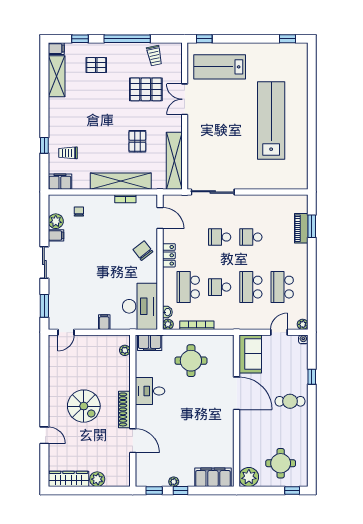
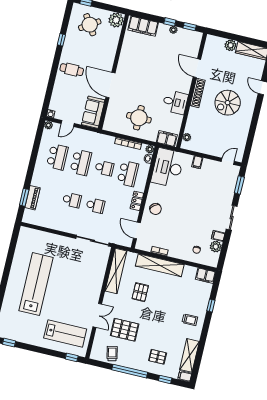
lab bench: (271, 120) -> (36, 284), turned 180
trolley: (68, 153) -> (190, 320), moved
window: (312, 377) -> (61, 40), moved
spiral stairs: (84, 406) -> (228, 103), turned -90
round table: (281, 463) -> (90, 25), turned -33

